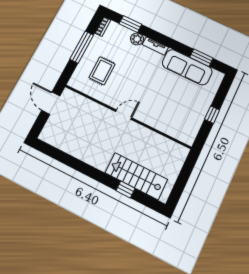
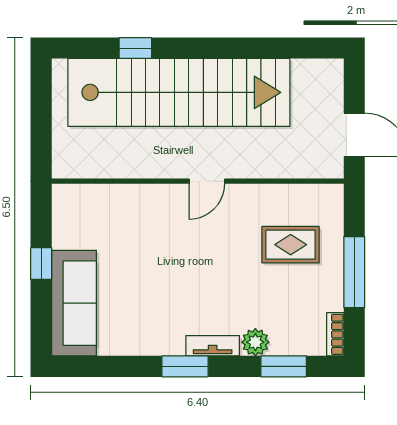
window: (201, 58) -> (185, 366), moved
sofa: (187, 67) -> (74, 303), moved, turned 90
rug: (102, 71) -> (291, 245), turned 90
stairs: (136, 176) -> (179, 92), width x1.86, depth x1.51

